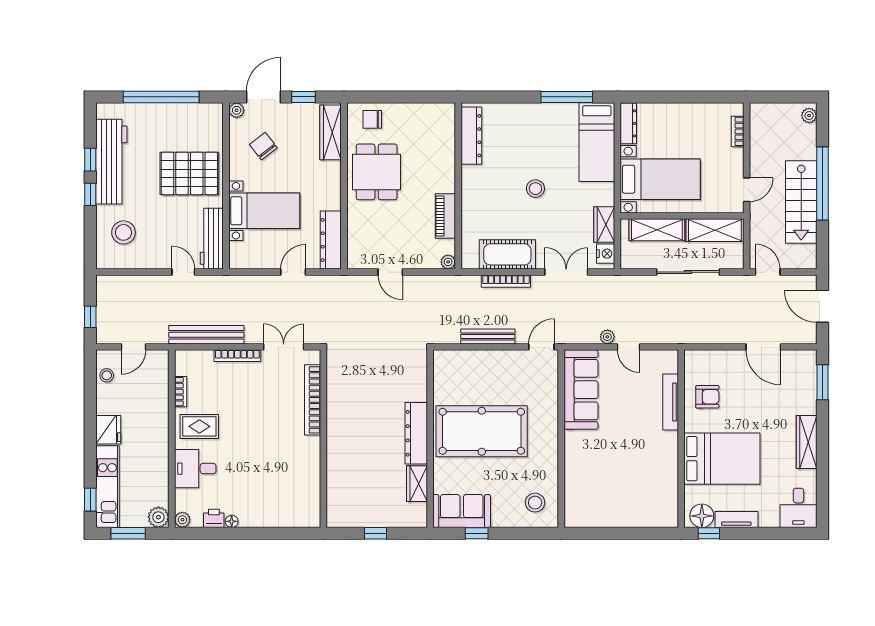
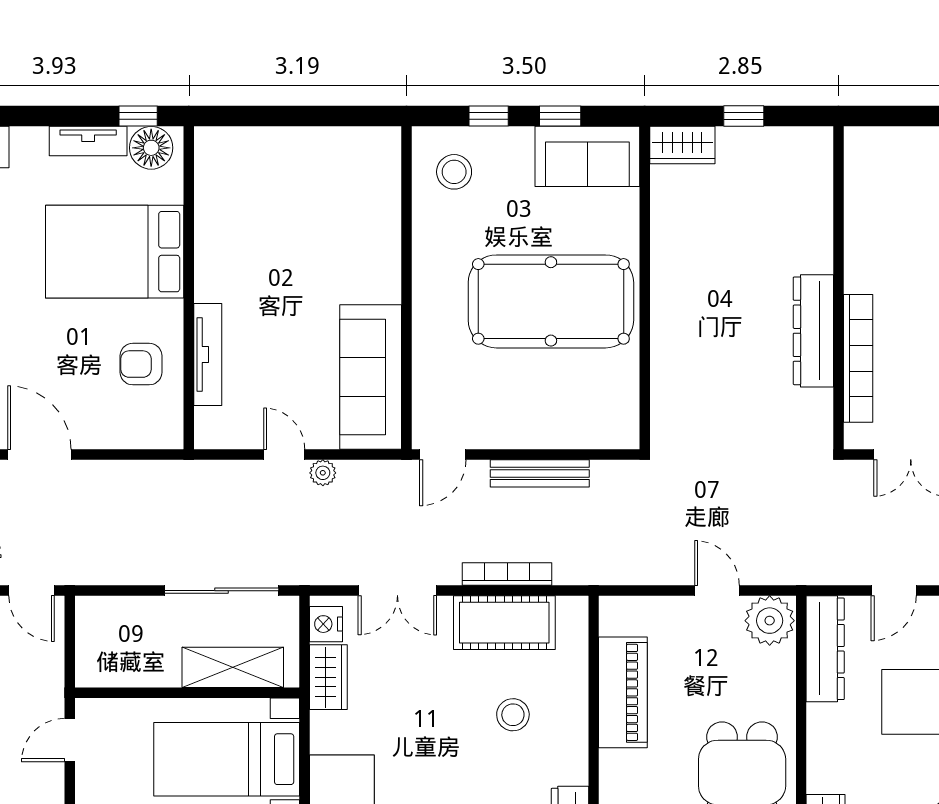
stool: (535, 189) -> (513, 715), moved
piano: (445, 216) -> (623, 692), width x1.37, depth x1.33
shelving: (715, 230) -> (127, 667), removed
plant: (448, 262) -> (770, 621), moved, width x1.88, depth x1.88
sliding door: (688, 272) -> (222, 591), moved
dresser: (416, 433) -> (813, 331), moved, turned 180
wardrobe: (417, 484) -> (682, 145), moved, turned 90
window: (516, 533) -> (489, 116), added

